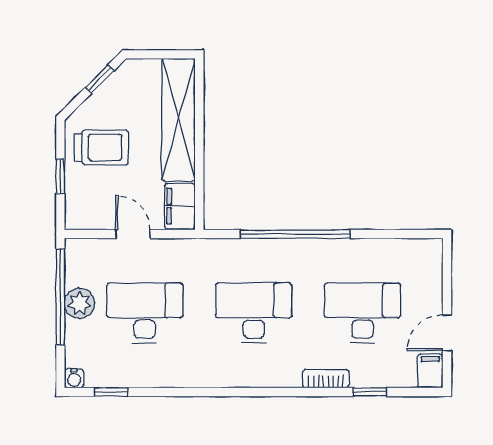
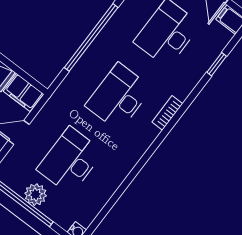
bookcase: (326, 379) -> (167, 113), moved
window: (111, 392) -> (101, 216), removed

